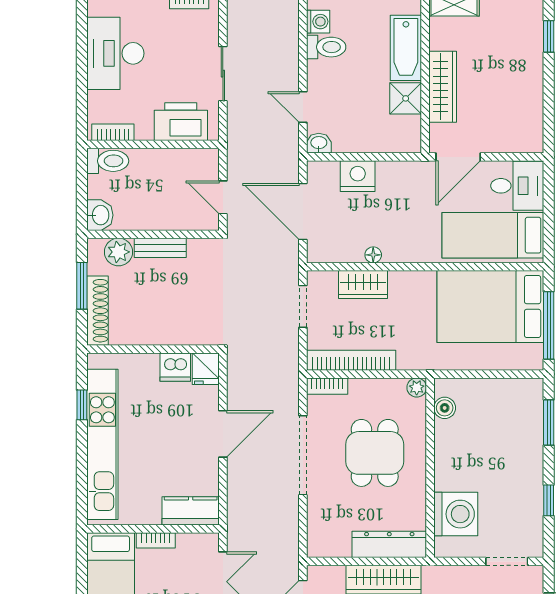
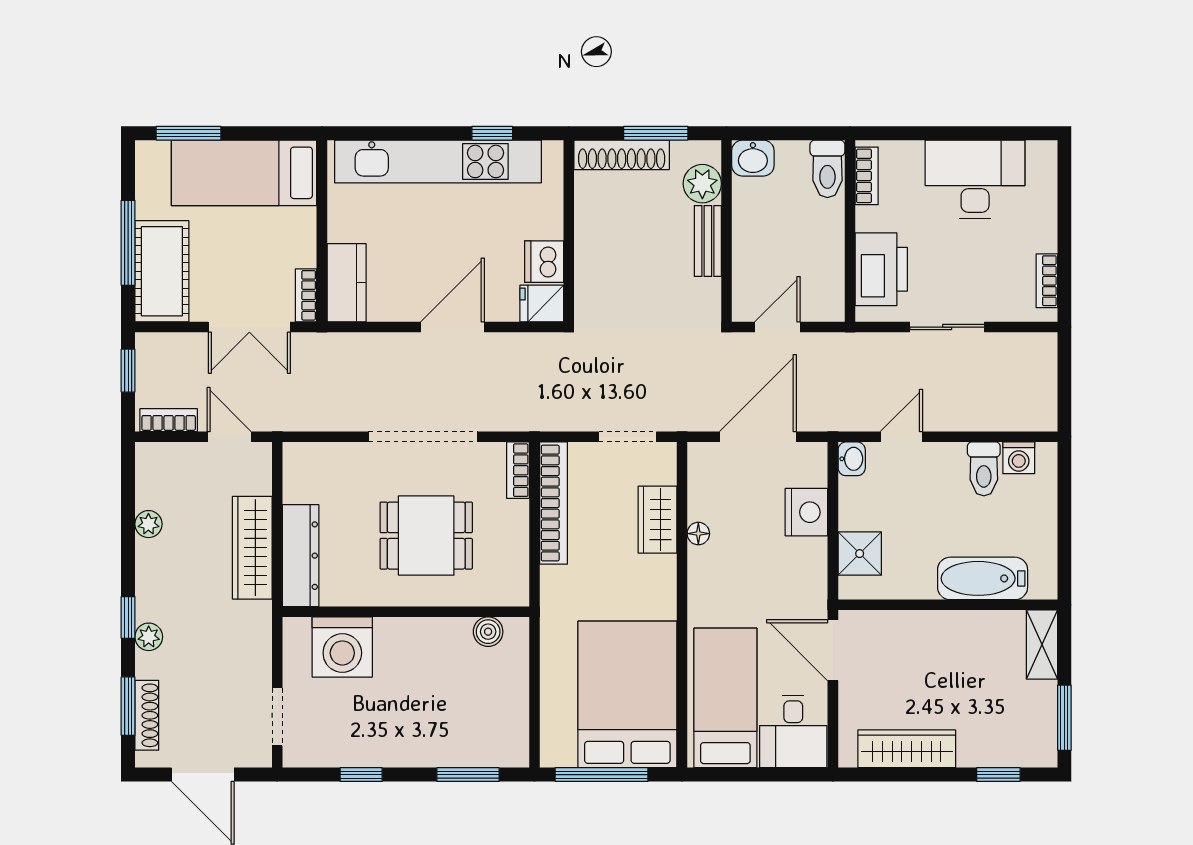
wardrobe: (443, 87) -> (907, 749), moved, turned 180
shower: (406, 98) -> (860, 554), moved
plant: (417, 388) -> (516, 593), removed
door: (223, 434) -> (452, 327), swing flipped
bookcase: (156, 540) -> (306, 295), moved

